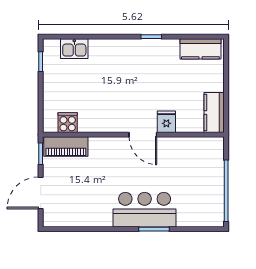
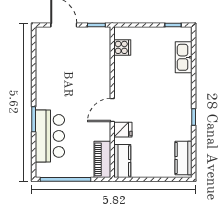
kitchen sink: (74, 49) -> (184, 57), width x1.38
kitchen counter: (214, 113) -> (122, 161), moved, turned 90
piano: (66, 146) -> (102, 159), moved
bar counter: (145, 210) -> (50, 136), moved

